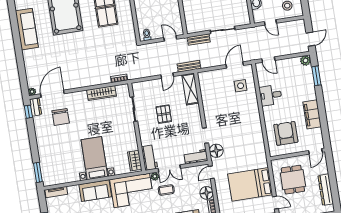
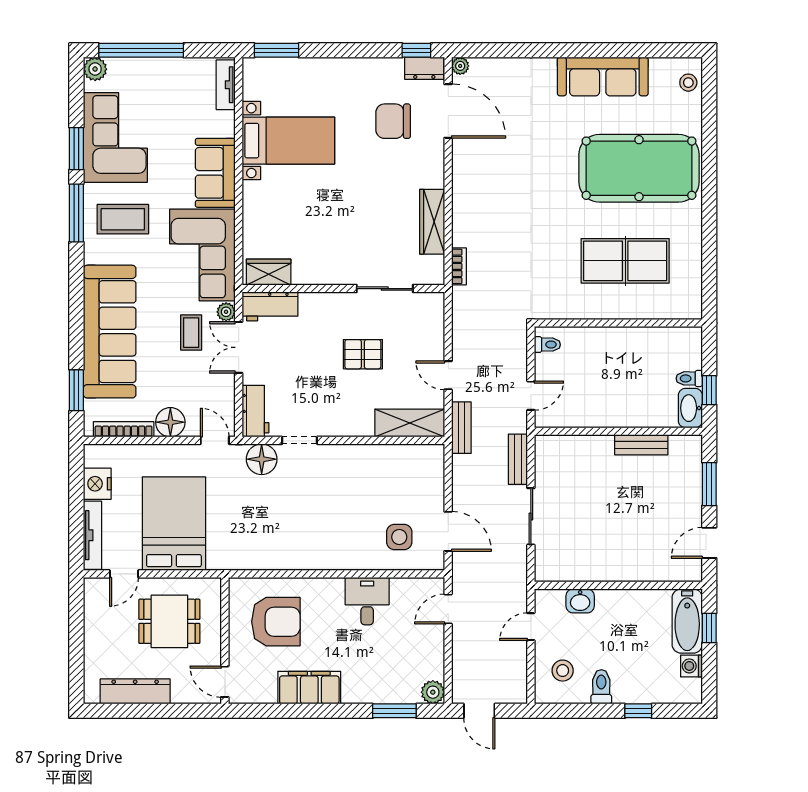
bed with nightstands: (94, 158) -> (288, 141), moved

